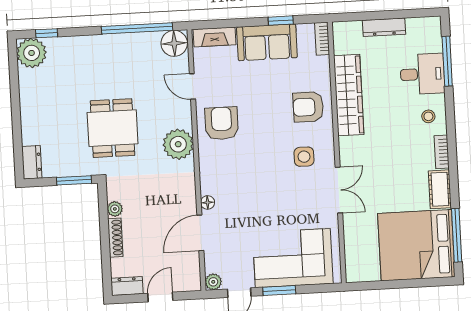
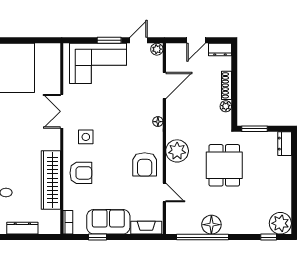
floor lamp: (174, 43) -> (211, 225), moved
floor lamp: (208, 202) -> (158, 122), moved

